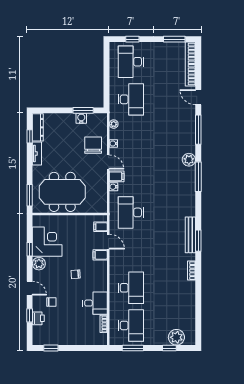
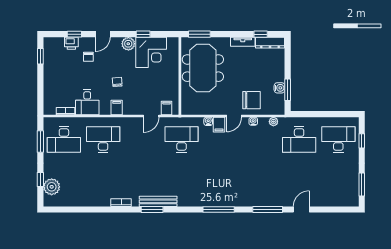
bookcase: (190, 64) -> (336, 201), removed
plant: (189, 160) -> (236, 200), removed
filing cabinet: (100, 255) -> (117, 107), moved
desk: (131, 288) -> (103, 139), turned 180

